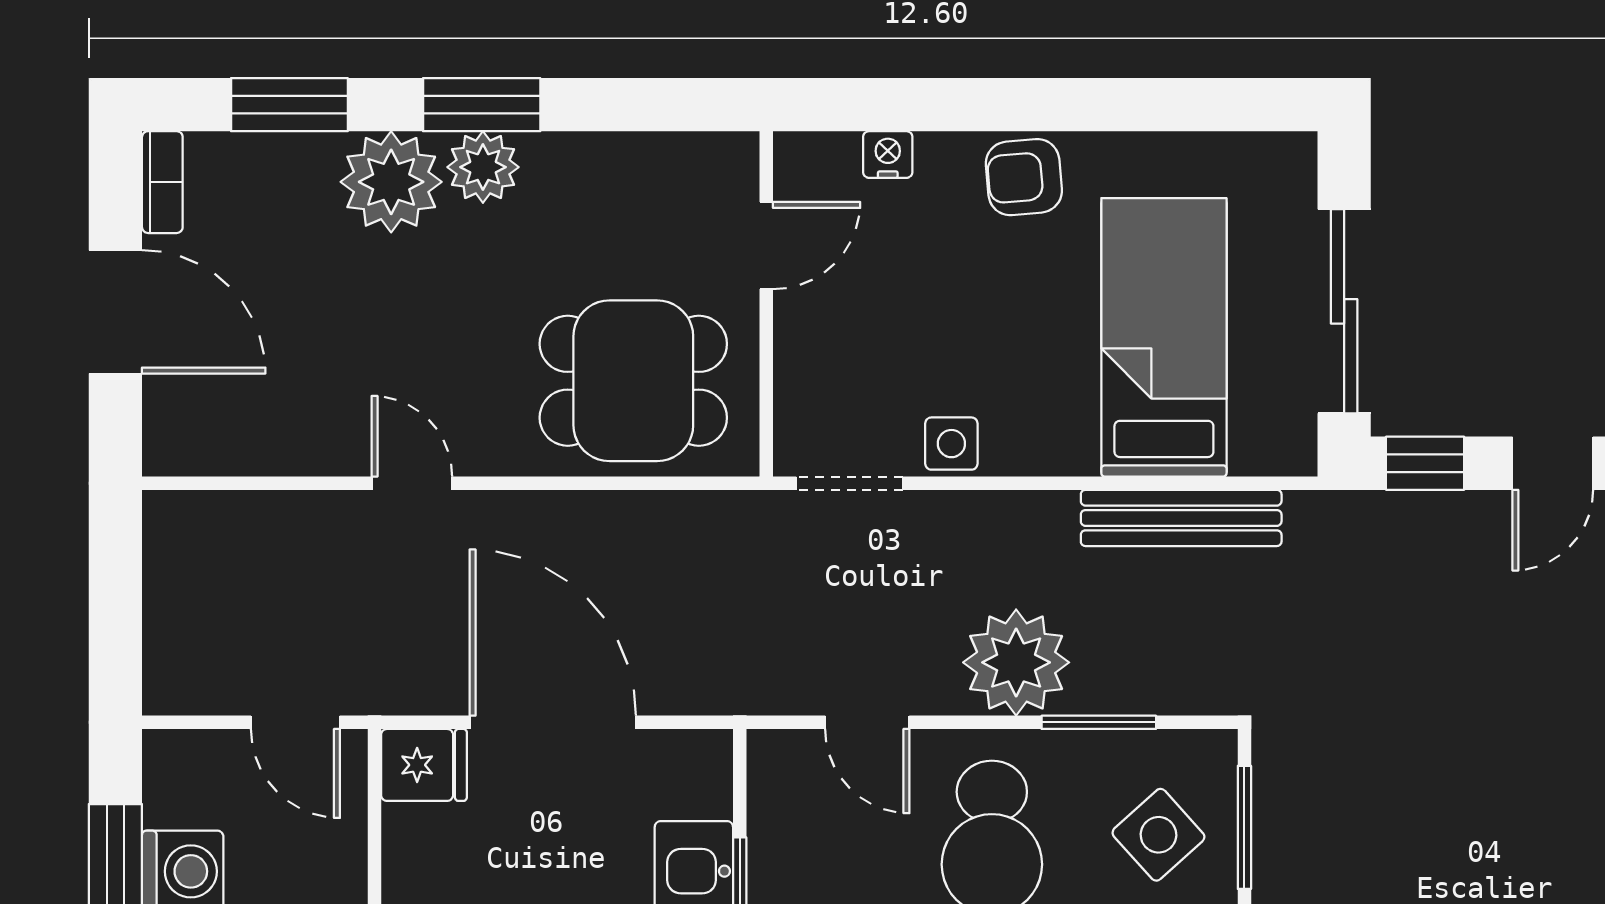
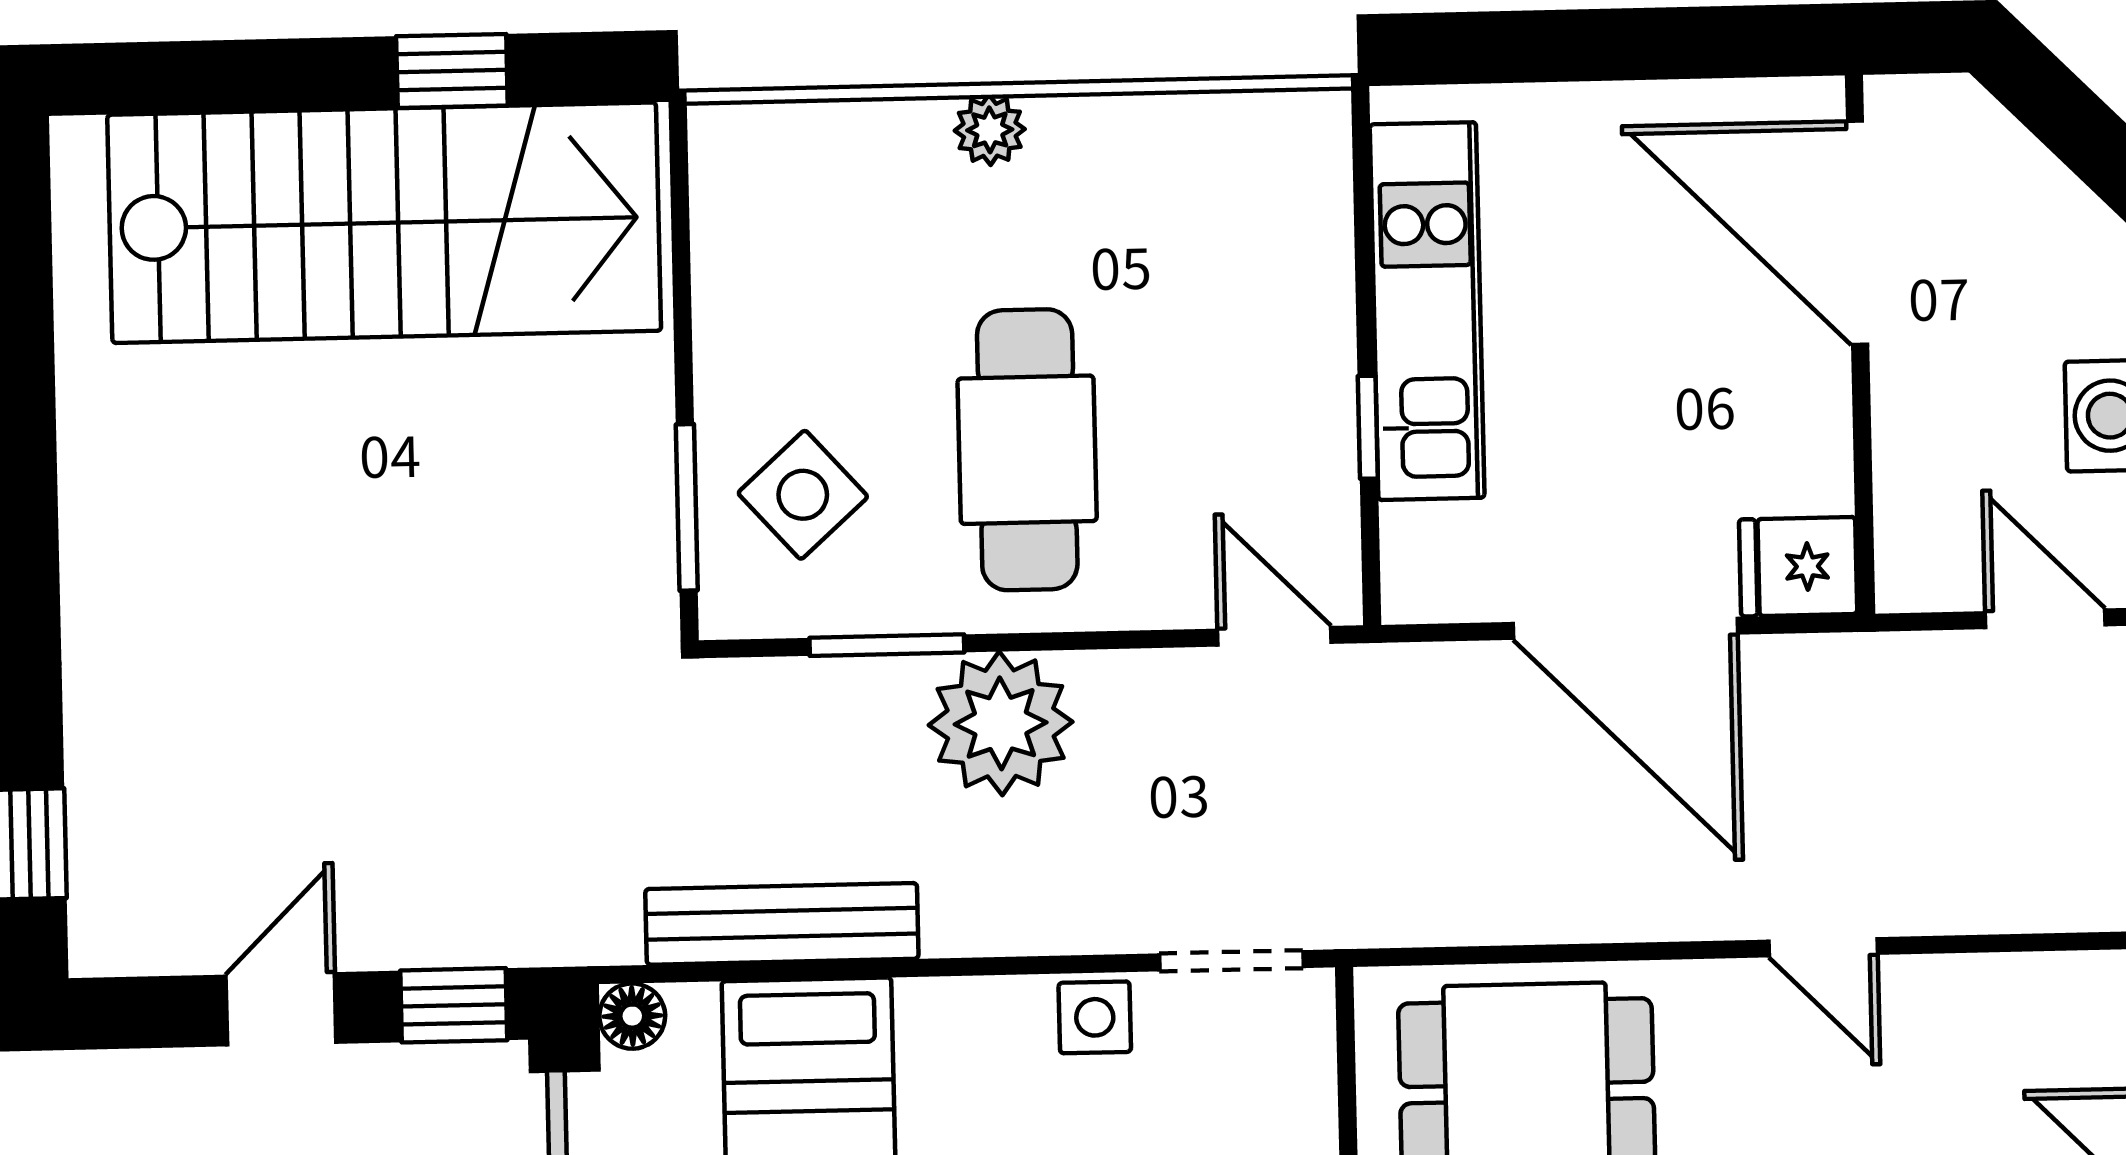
floor lamp: (1293, 452) -> (632, 1016), added
door: (295, 722) -> (2045, 619), moved
door: (867, 722) -> (1274, 636), moved

